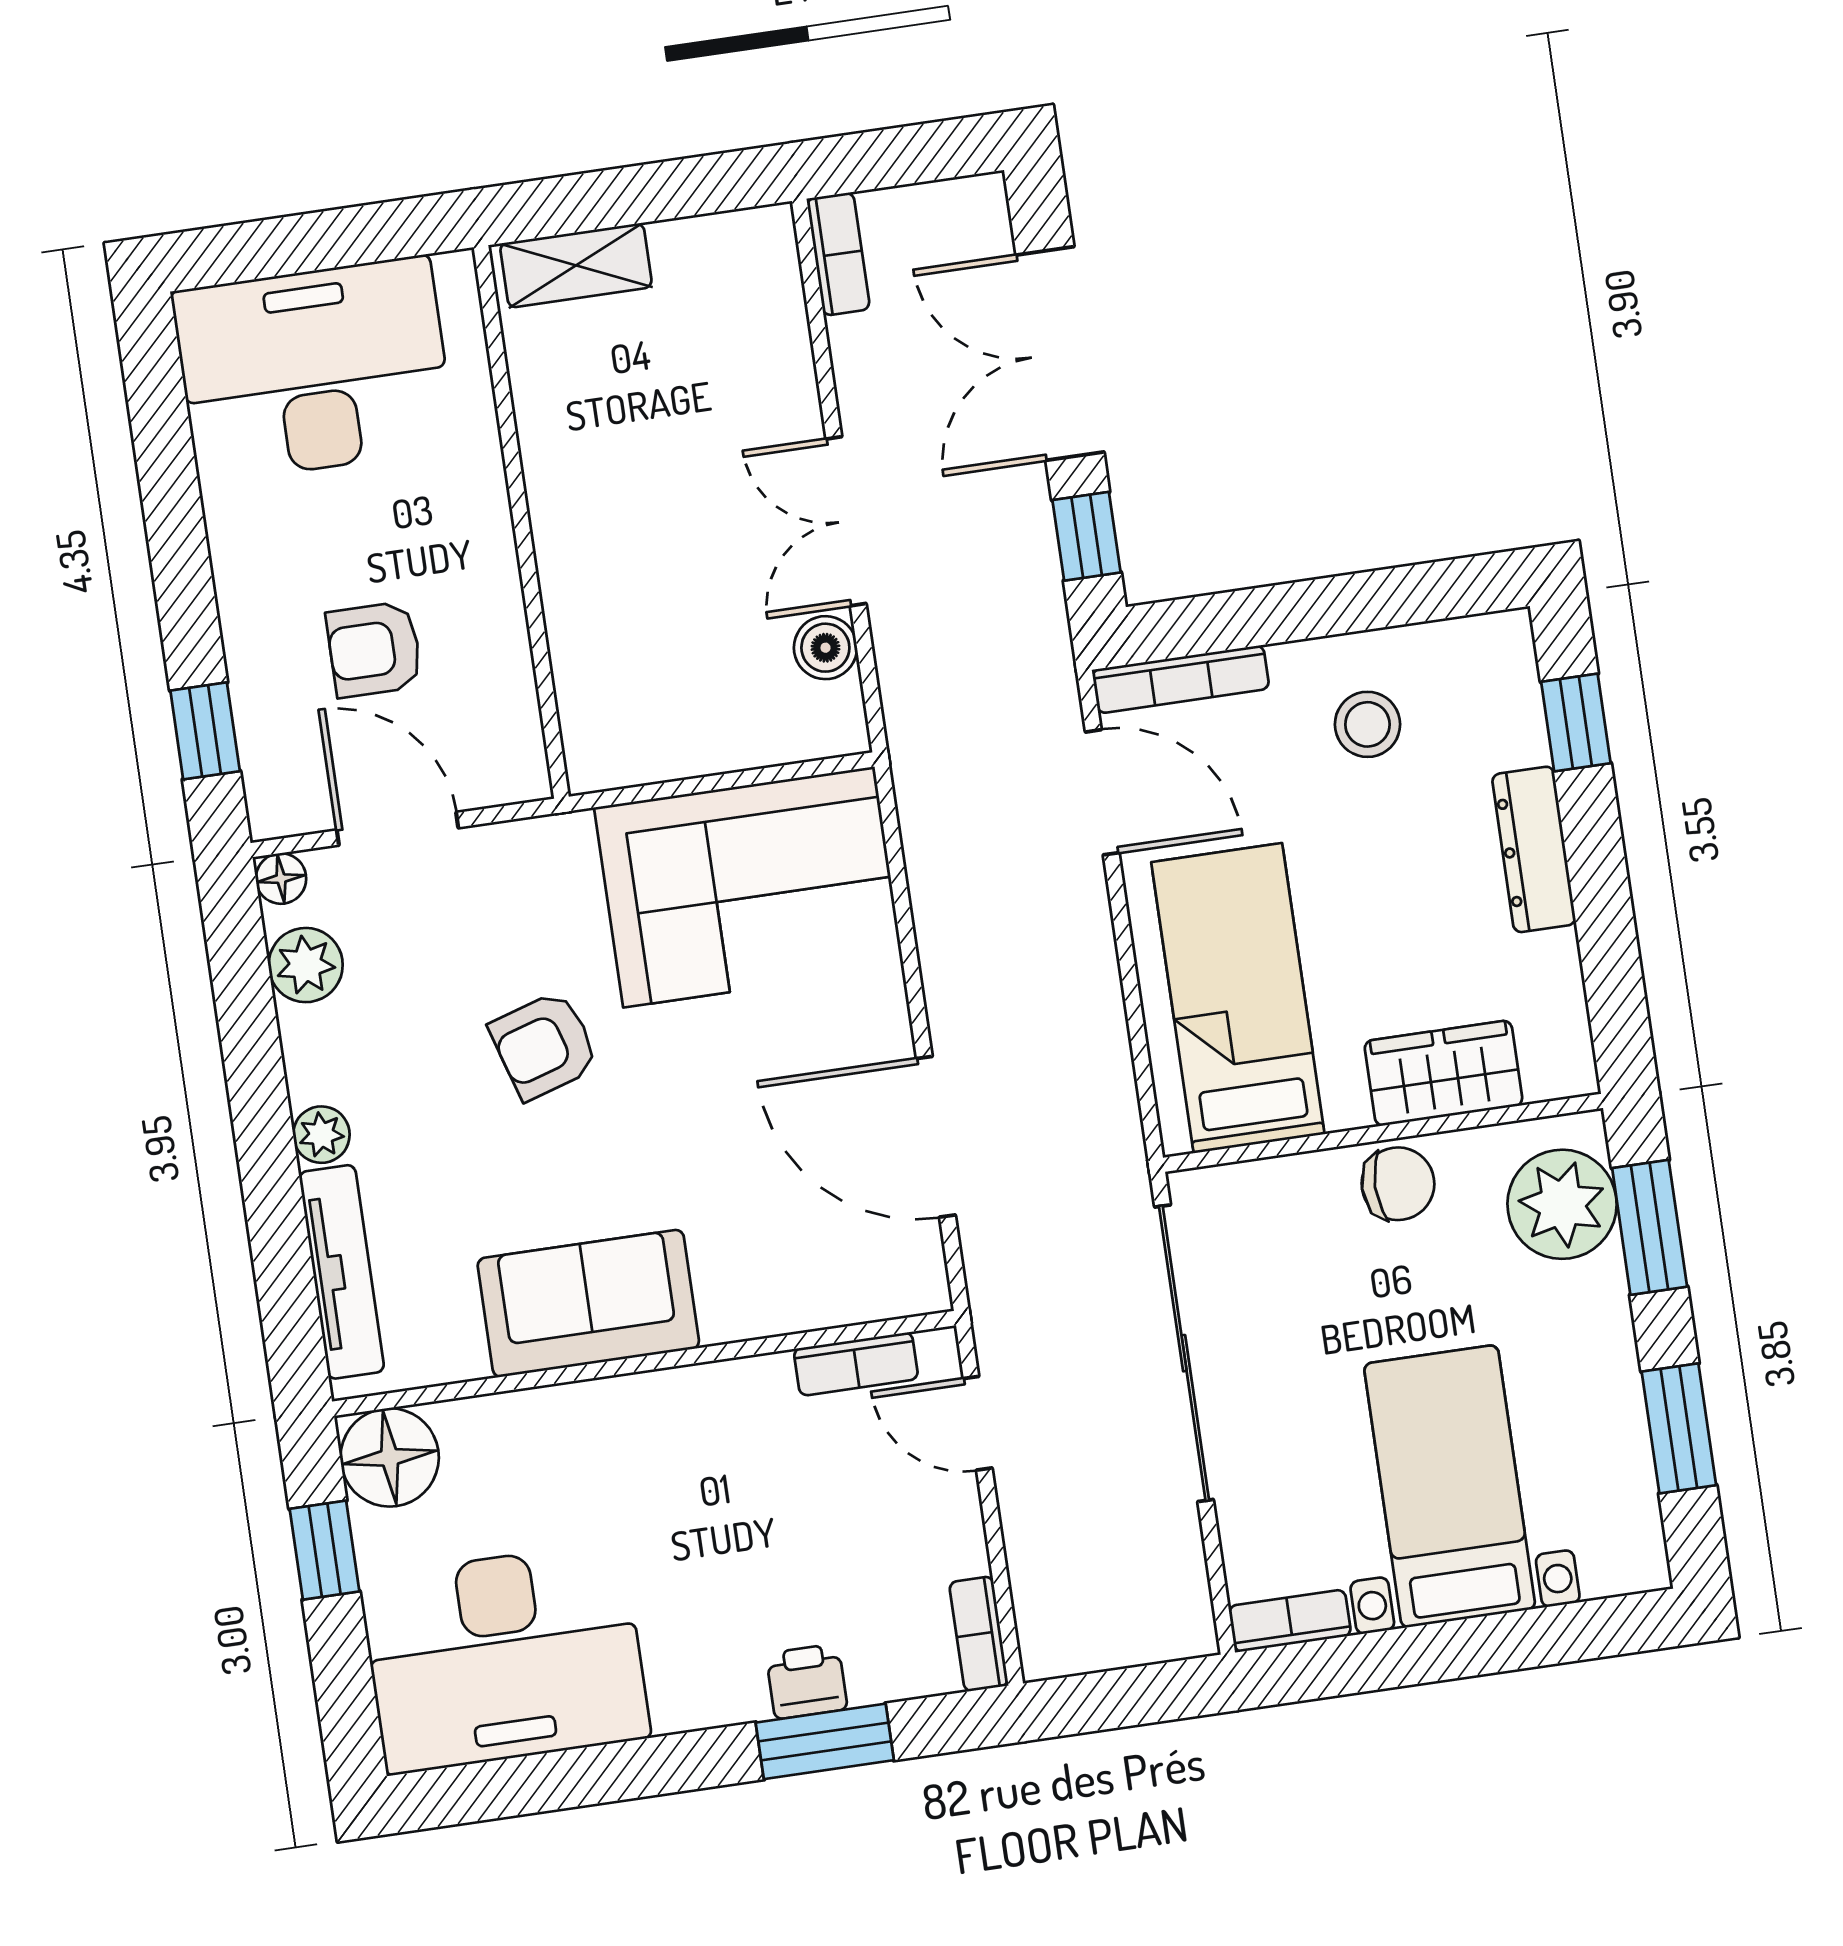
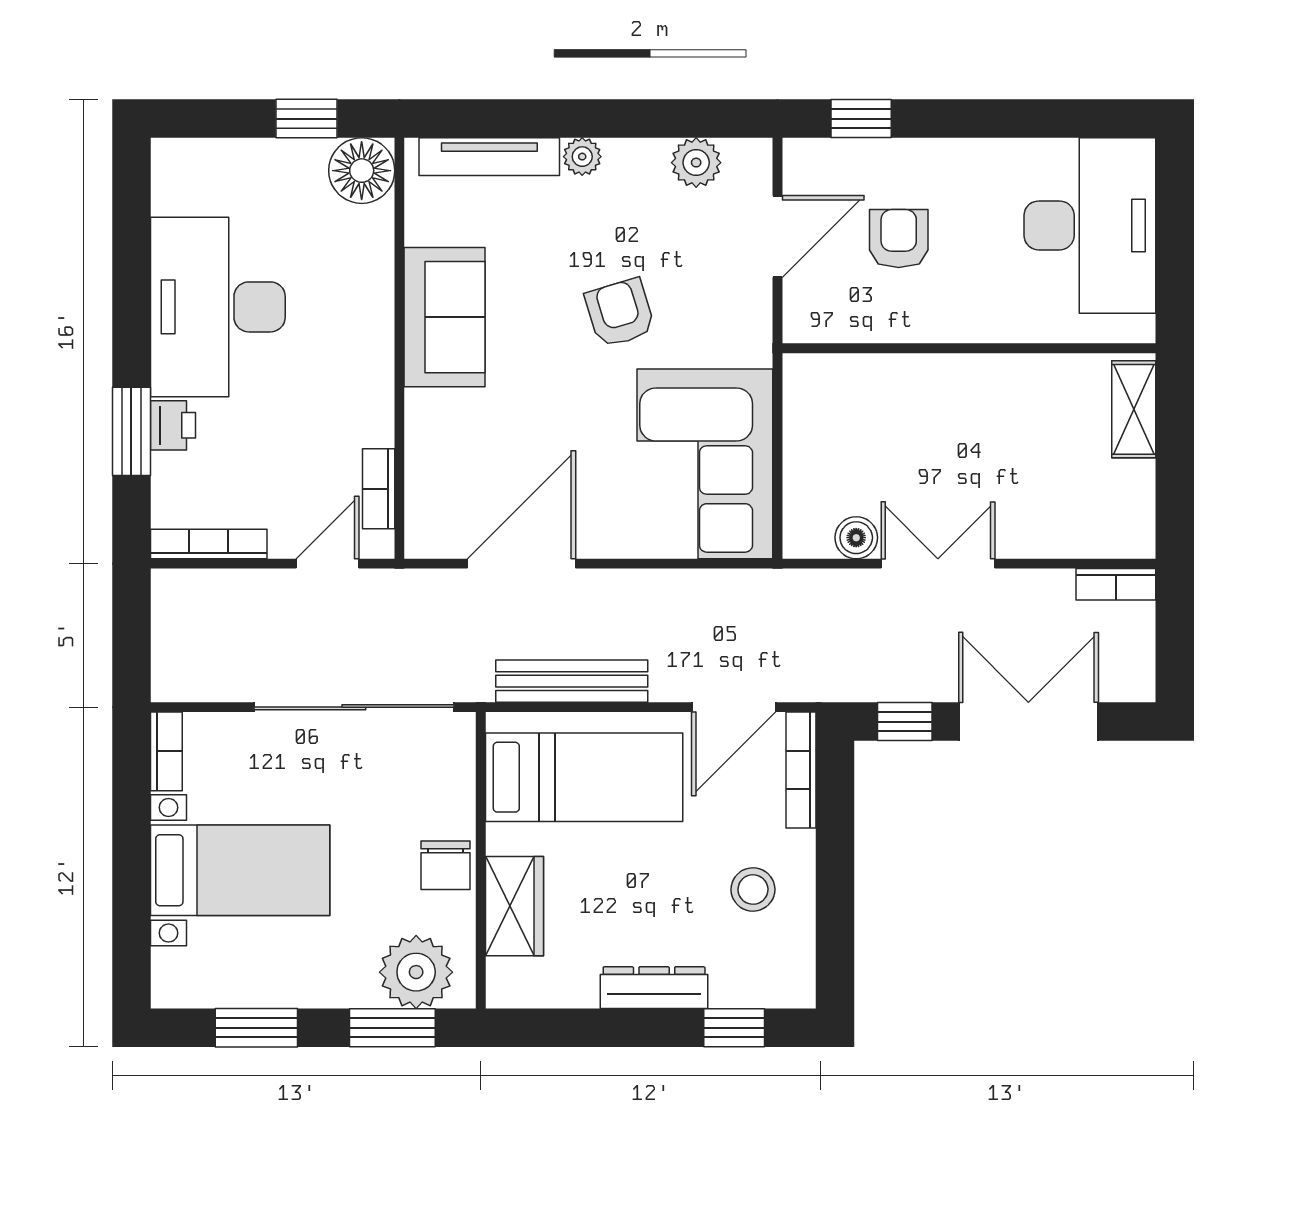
floor lamp: (281, 879) -> (756, 155), removed
bench: (1099, 1037) -> (572, 681), added
bookcase: (979, 1634) -> (209, 544), width x1.56
desk: (505, 1658) -> (218, 307), moved

